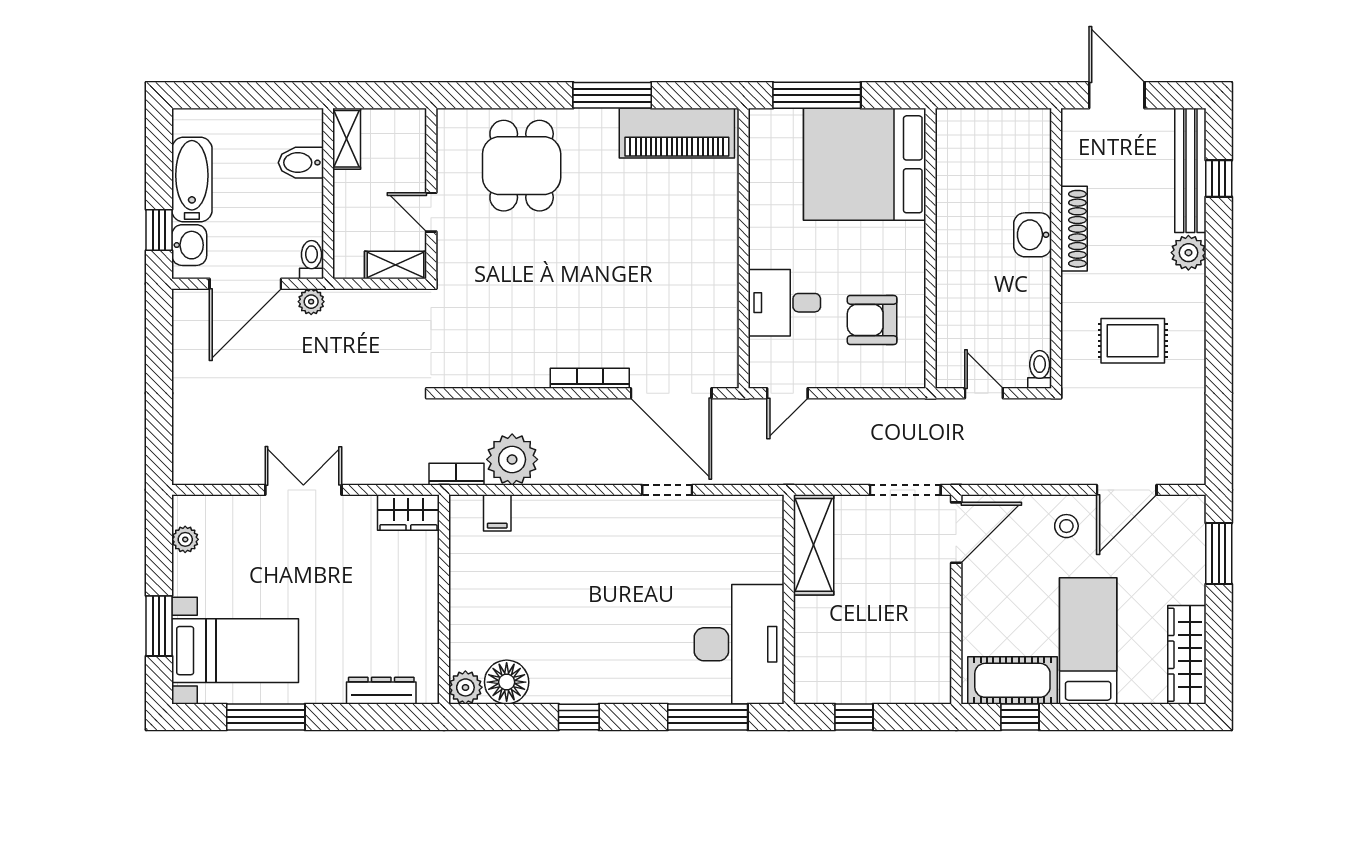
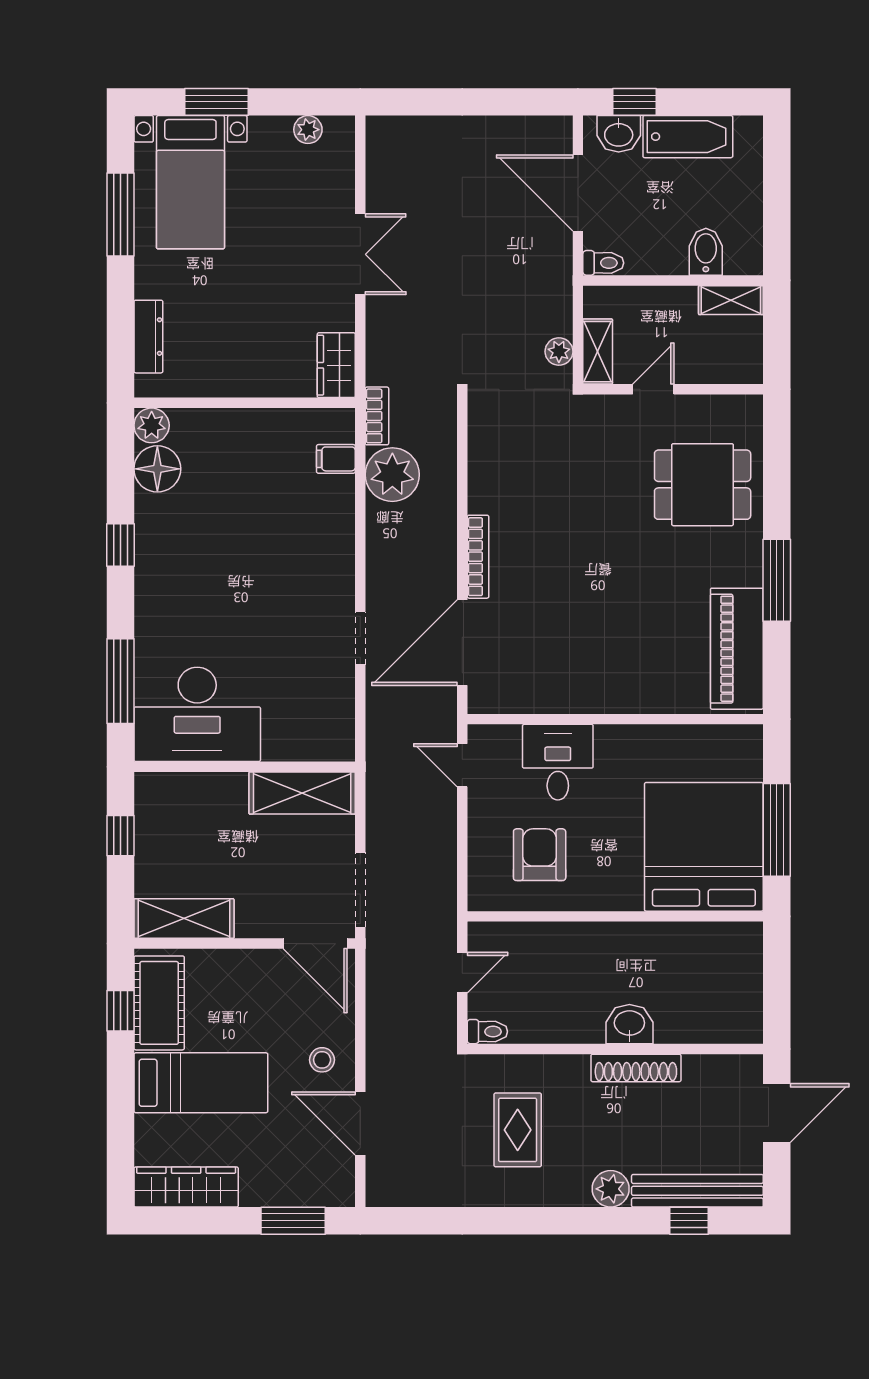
window: (817, 95) -> (777, 830), moved
plant: (311, 302) -> (559, 352), moved
shelving: (933, 657) -> (184, 919), added

